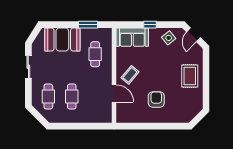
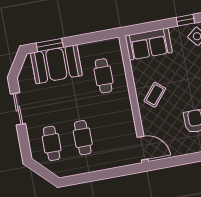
window: (88, 25) -> (50, 45), moved
window: (150, 25) -> (185, 20), moved
door: (114, 94) -> (143, 148), moved

